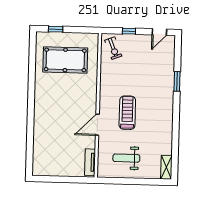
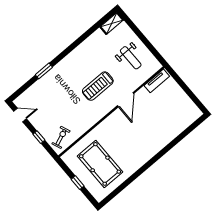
window: (56, 29) -> (78, 183), moved
door: (97, 125) -> (126, 100), hinge flipped

